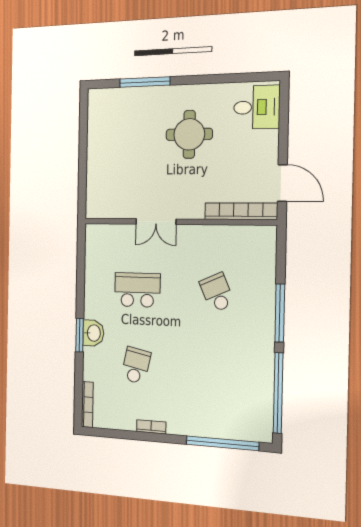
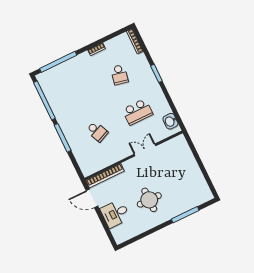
desk: (257, 107) -> (115, 214), moved
washbasin: (93, 333) -> (170, 121), moved

